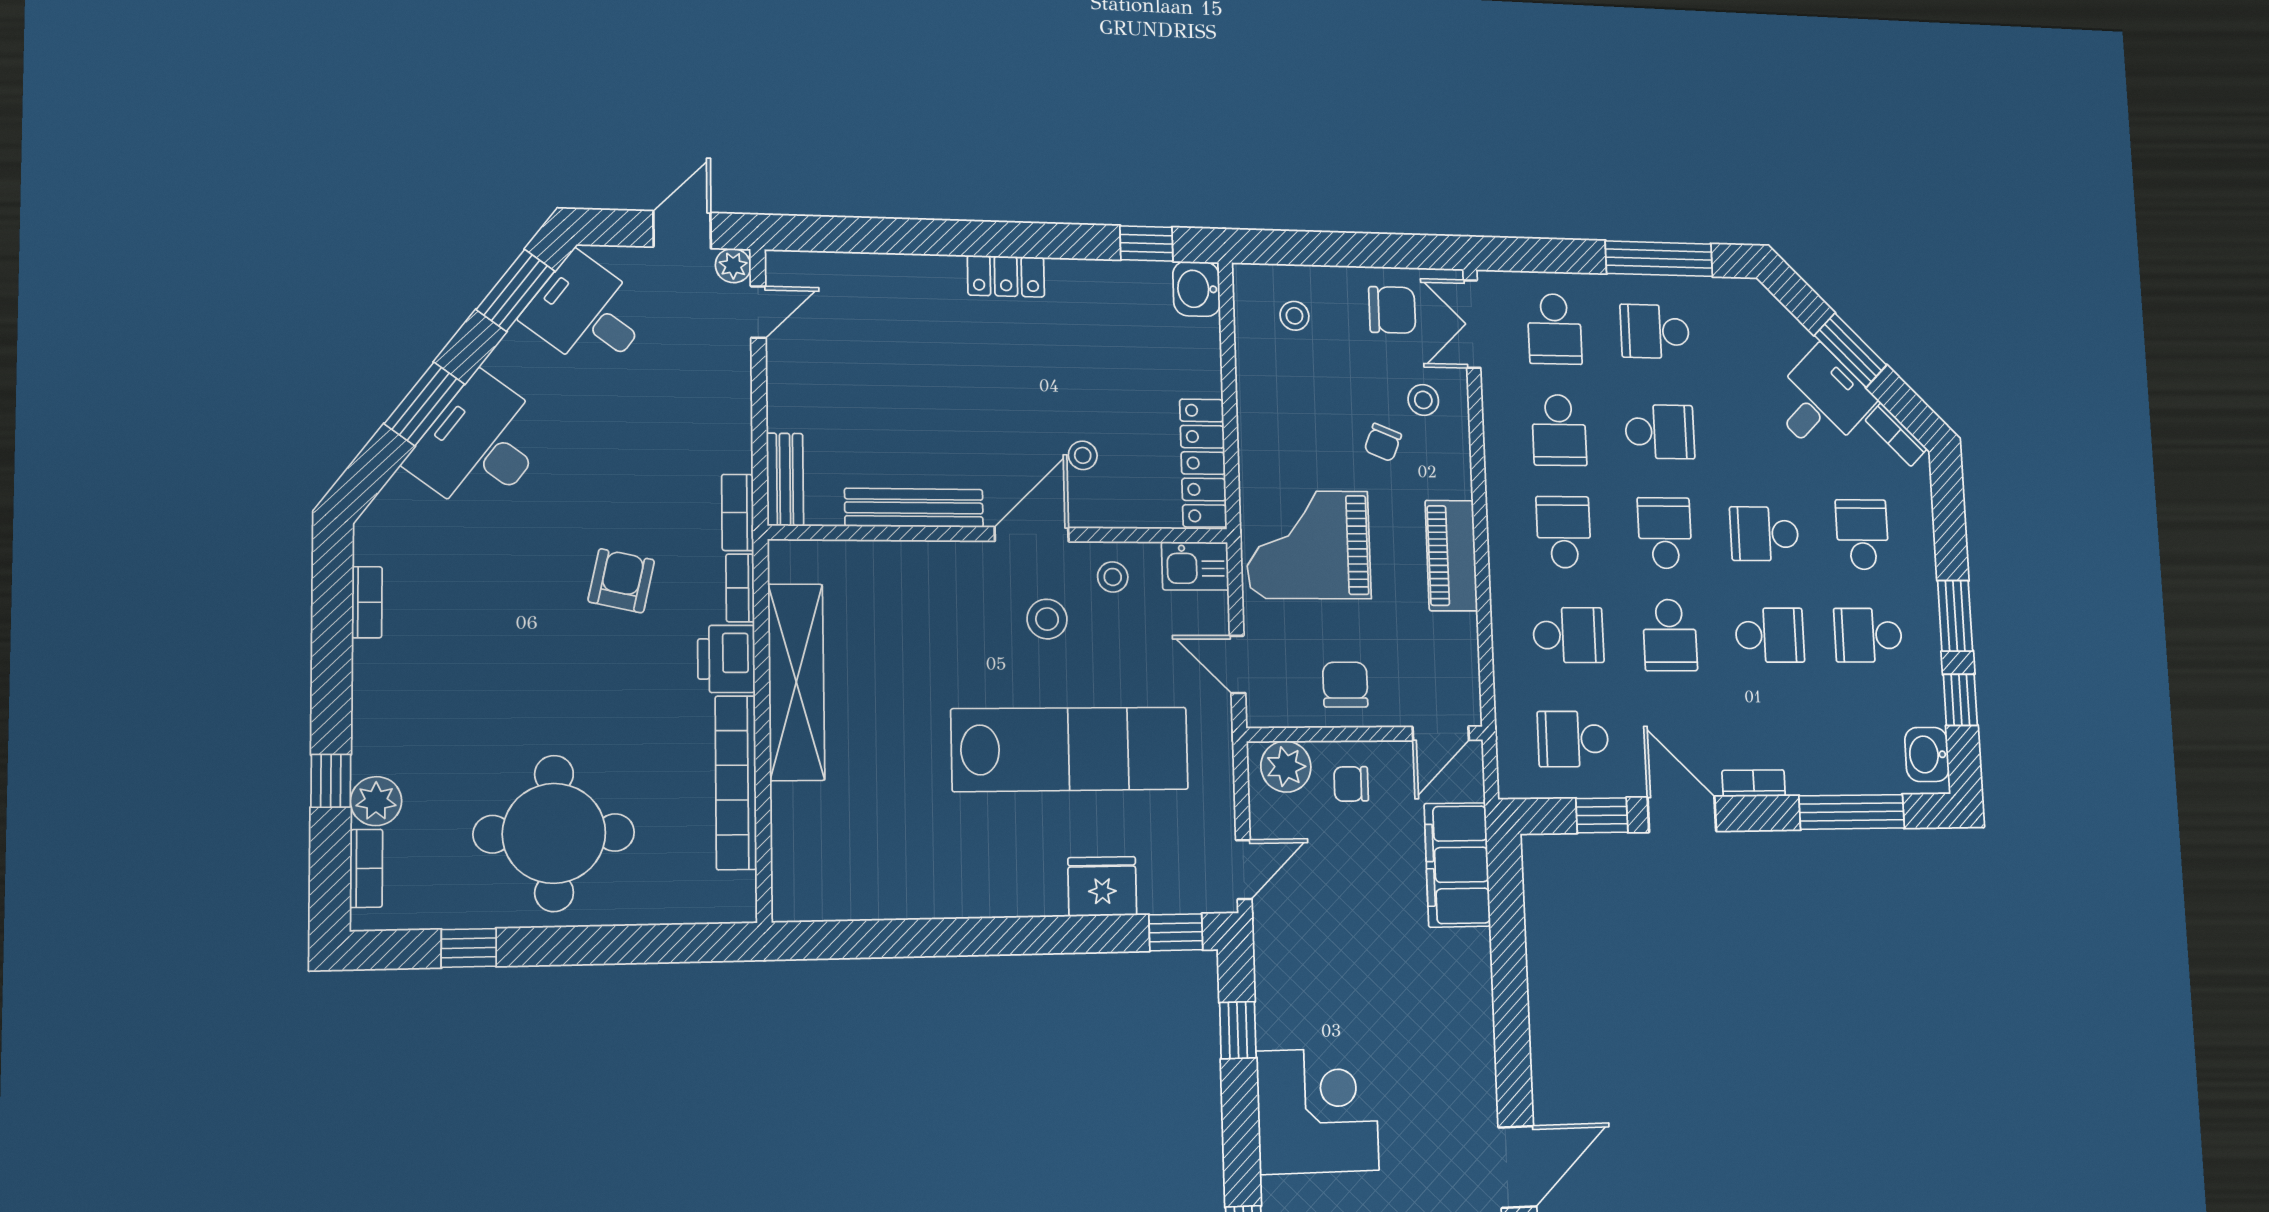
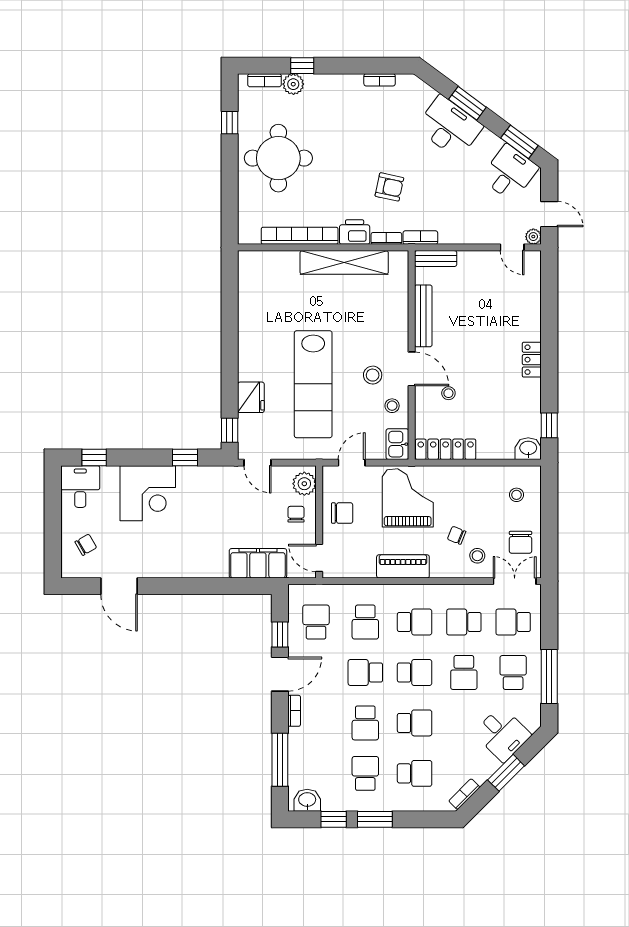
desk: (1821, 401) -> (502, 734), moved
school desk: (1764, 534) -> (415, 723), turned 90

